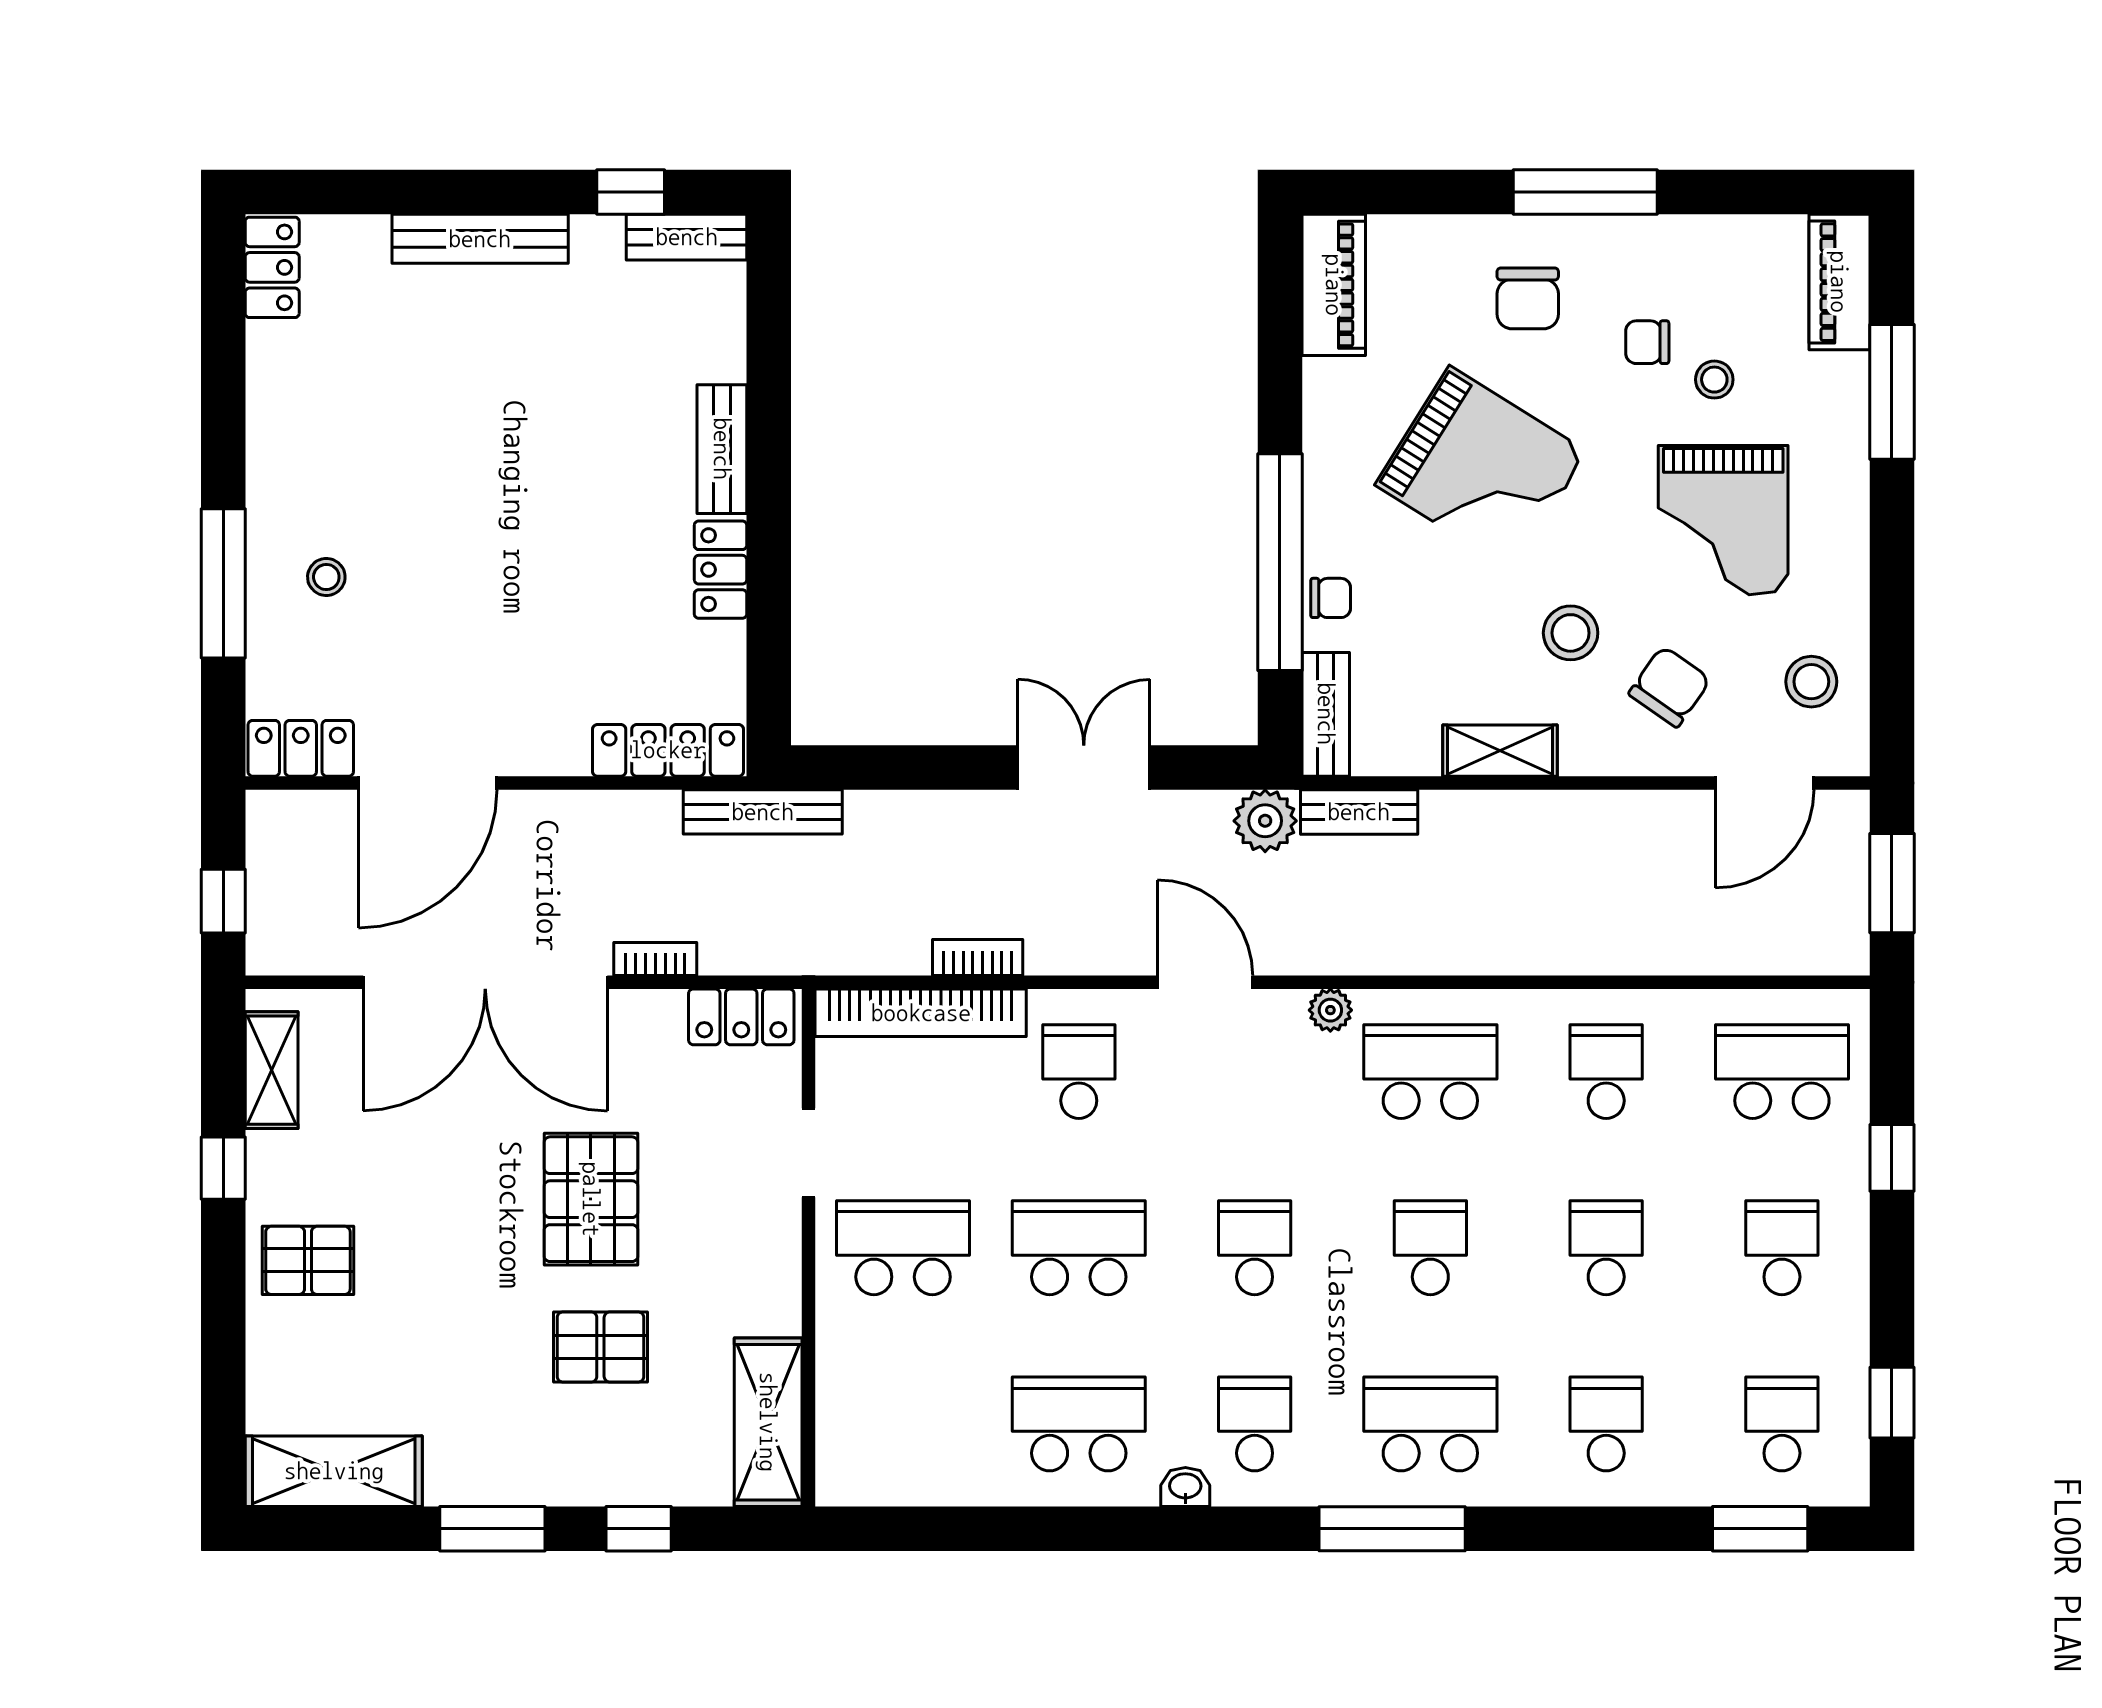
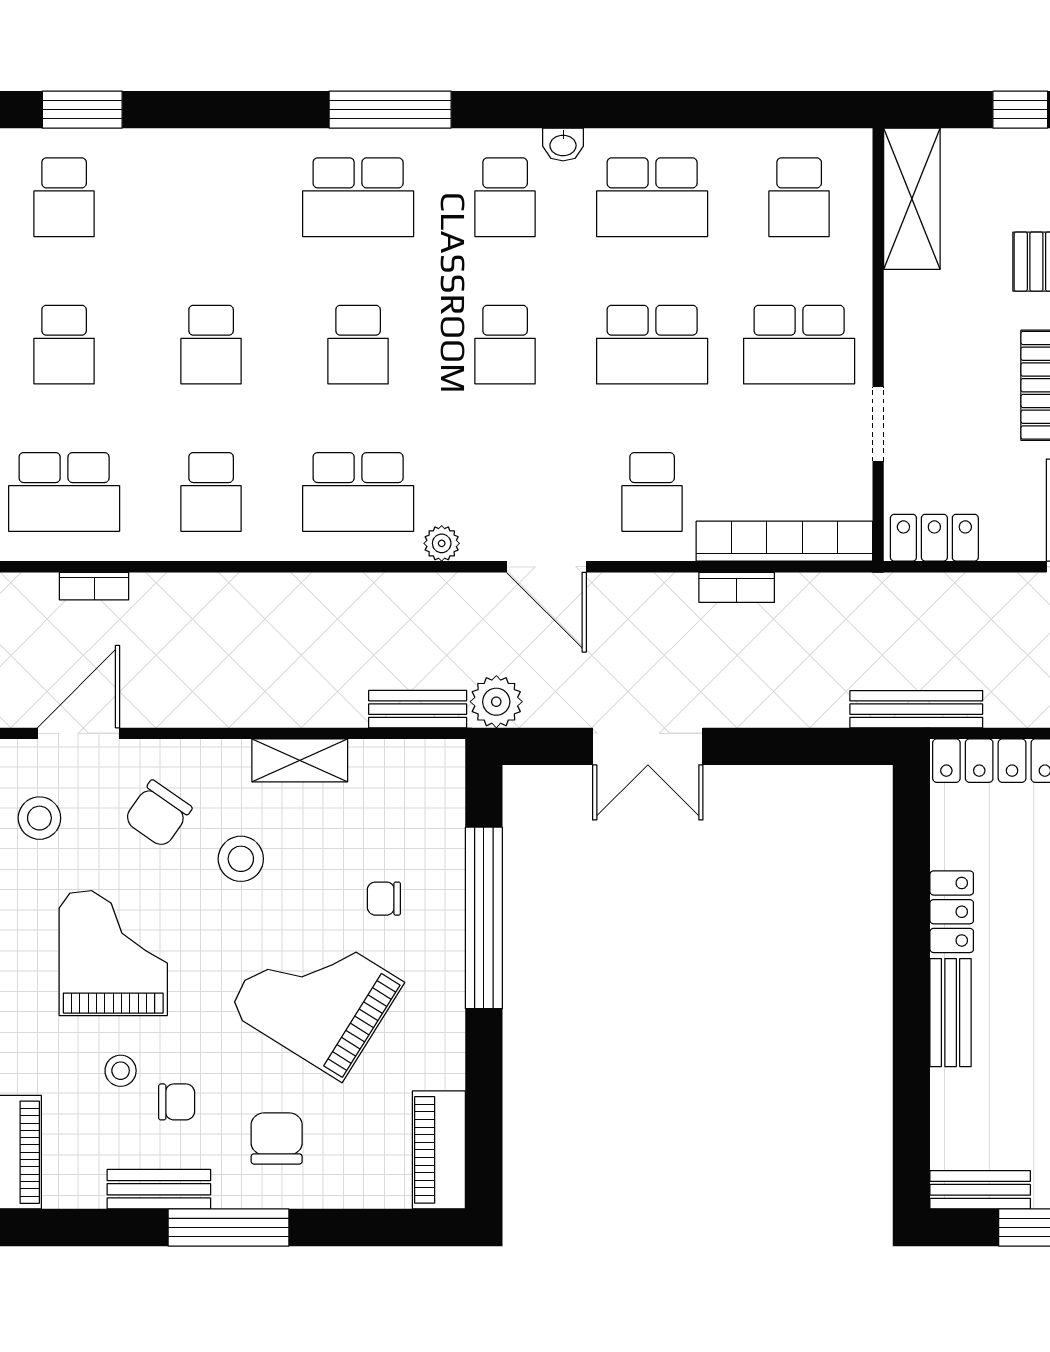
chair: (1331, 598) -> (384, 899), moved
bench: (1326, 714) -> (159, 1189), moved, turned 90
bookcase: (655, 959) -> (94, 586), moved
school desk: (1606, 1424) -> (799, 197), moved

